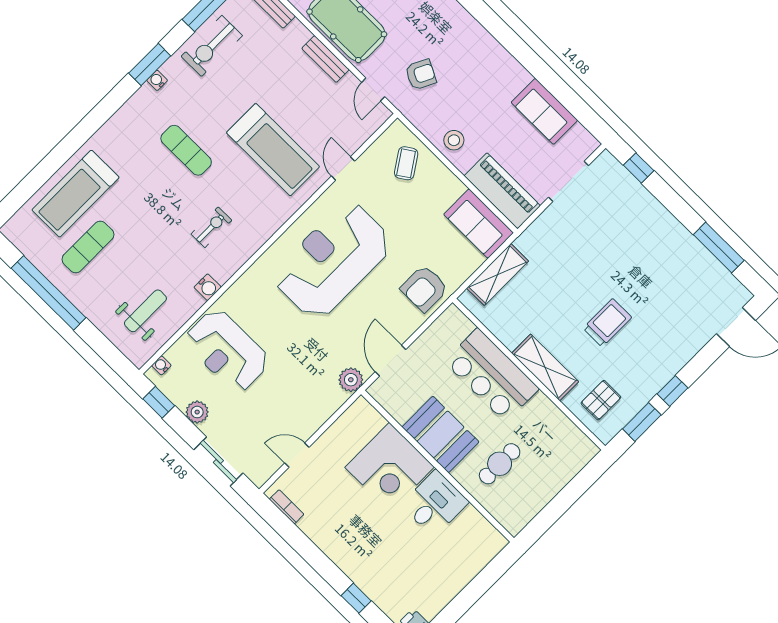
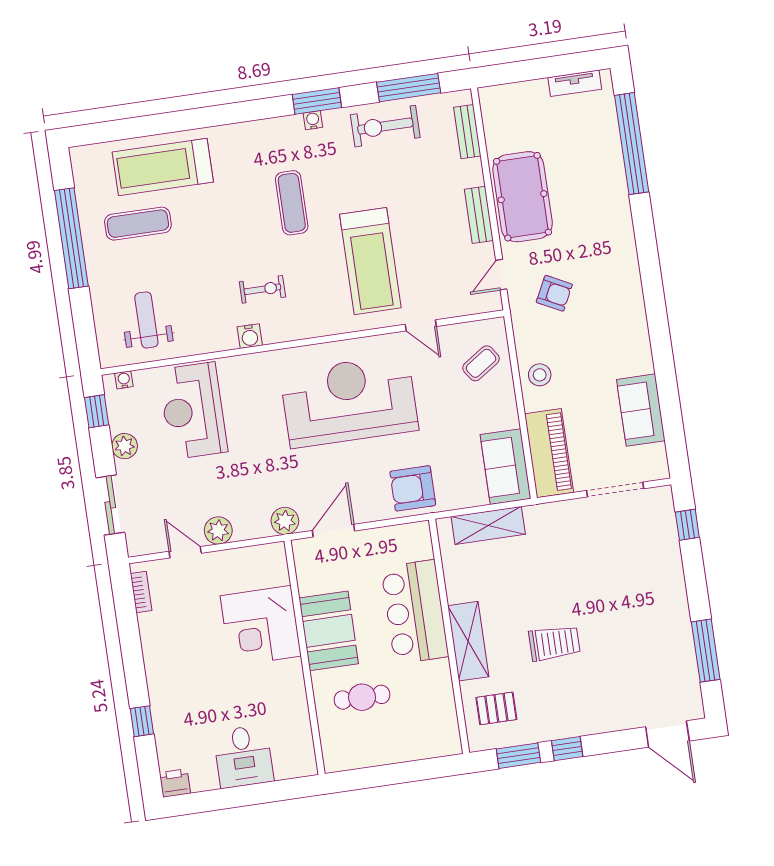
door: (343, 168) -> (421, 325), swing flipped
water cooler: (208, 287) -> (250, 336), moved
weight bench: (145, 311) -> (146, 320), turned -90
plant: (309, 422) -> (218, 530), added
desk: (435, 503) -> (243, 756), moved, turned 90

